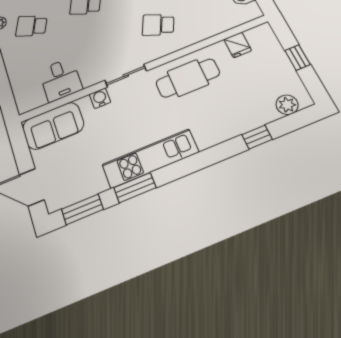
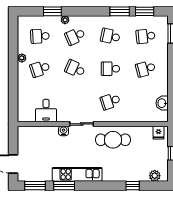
school desk: (158, 25) -> (110, 101), turned -42
school desk: (31, 26) -> (40, 69), turned -42
fridge: (238, 45) -> (159, 133), moved
sofa: (53, 126) -> (34, 136), removed

